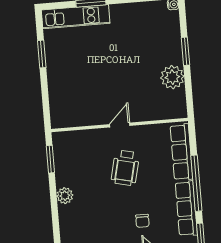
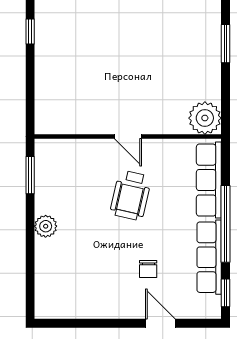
window: (42, 54) -> (30, 31), width x0.67
plant: (172, 77) -> (205, 118), moved
door: (120, 125) -> (128, 136), swing flipped

